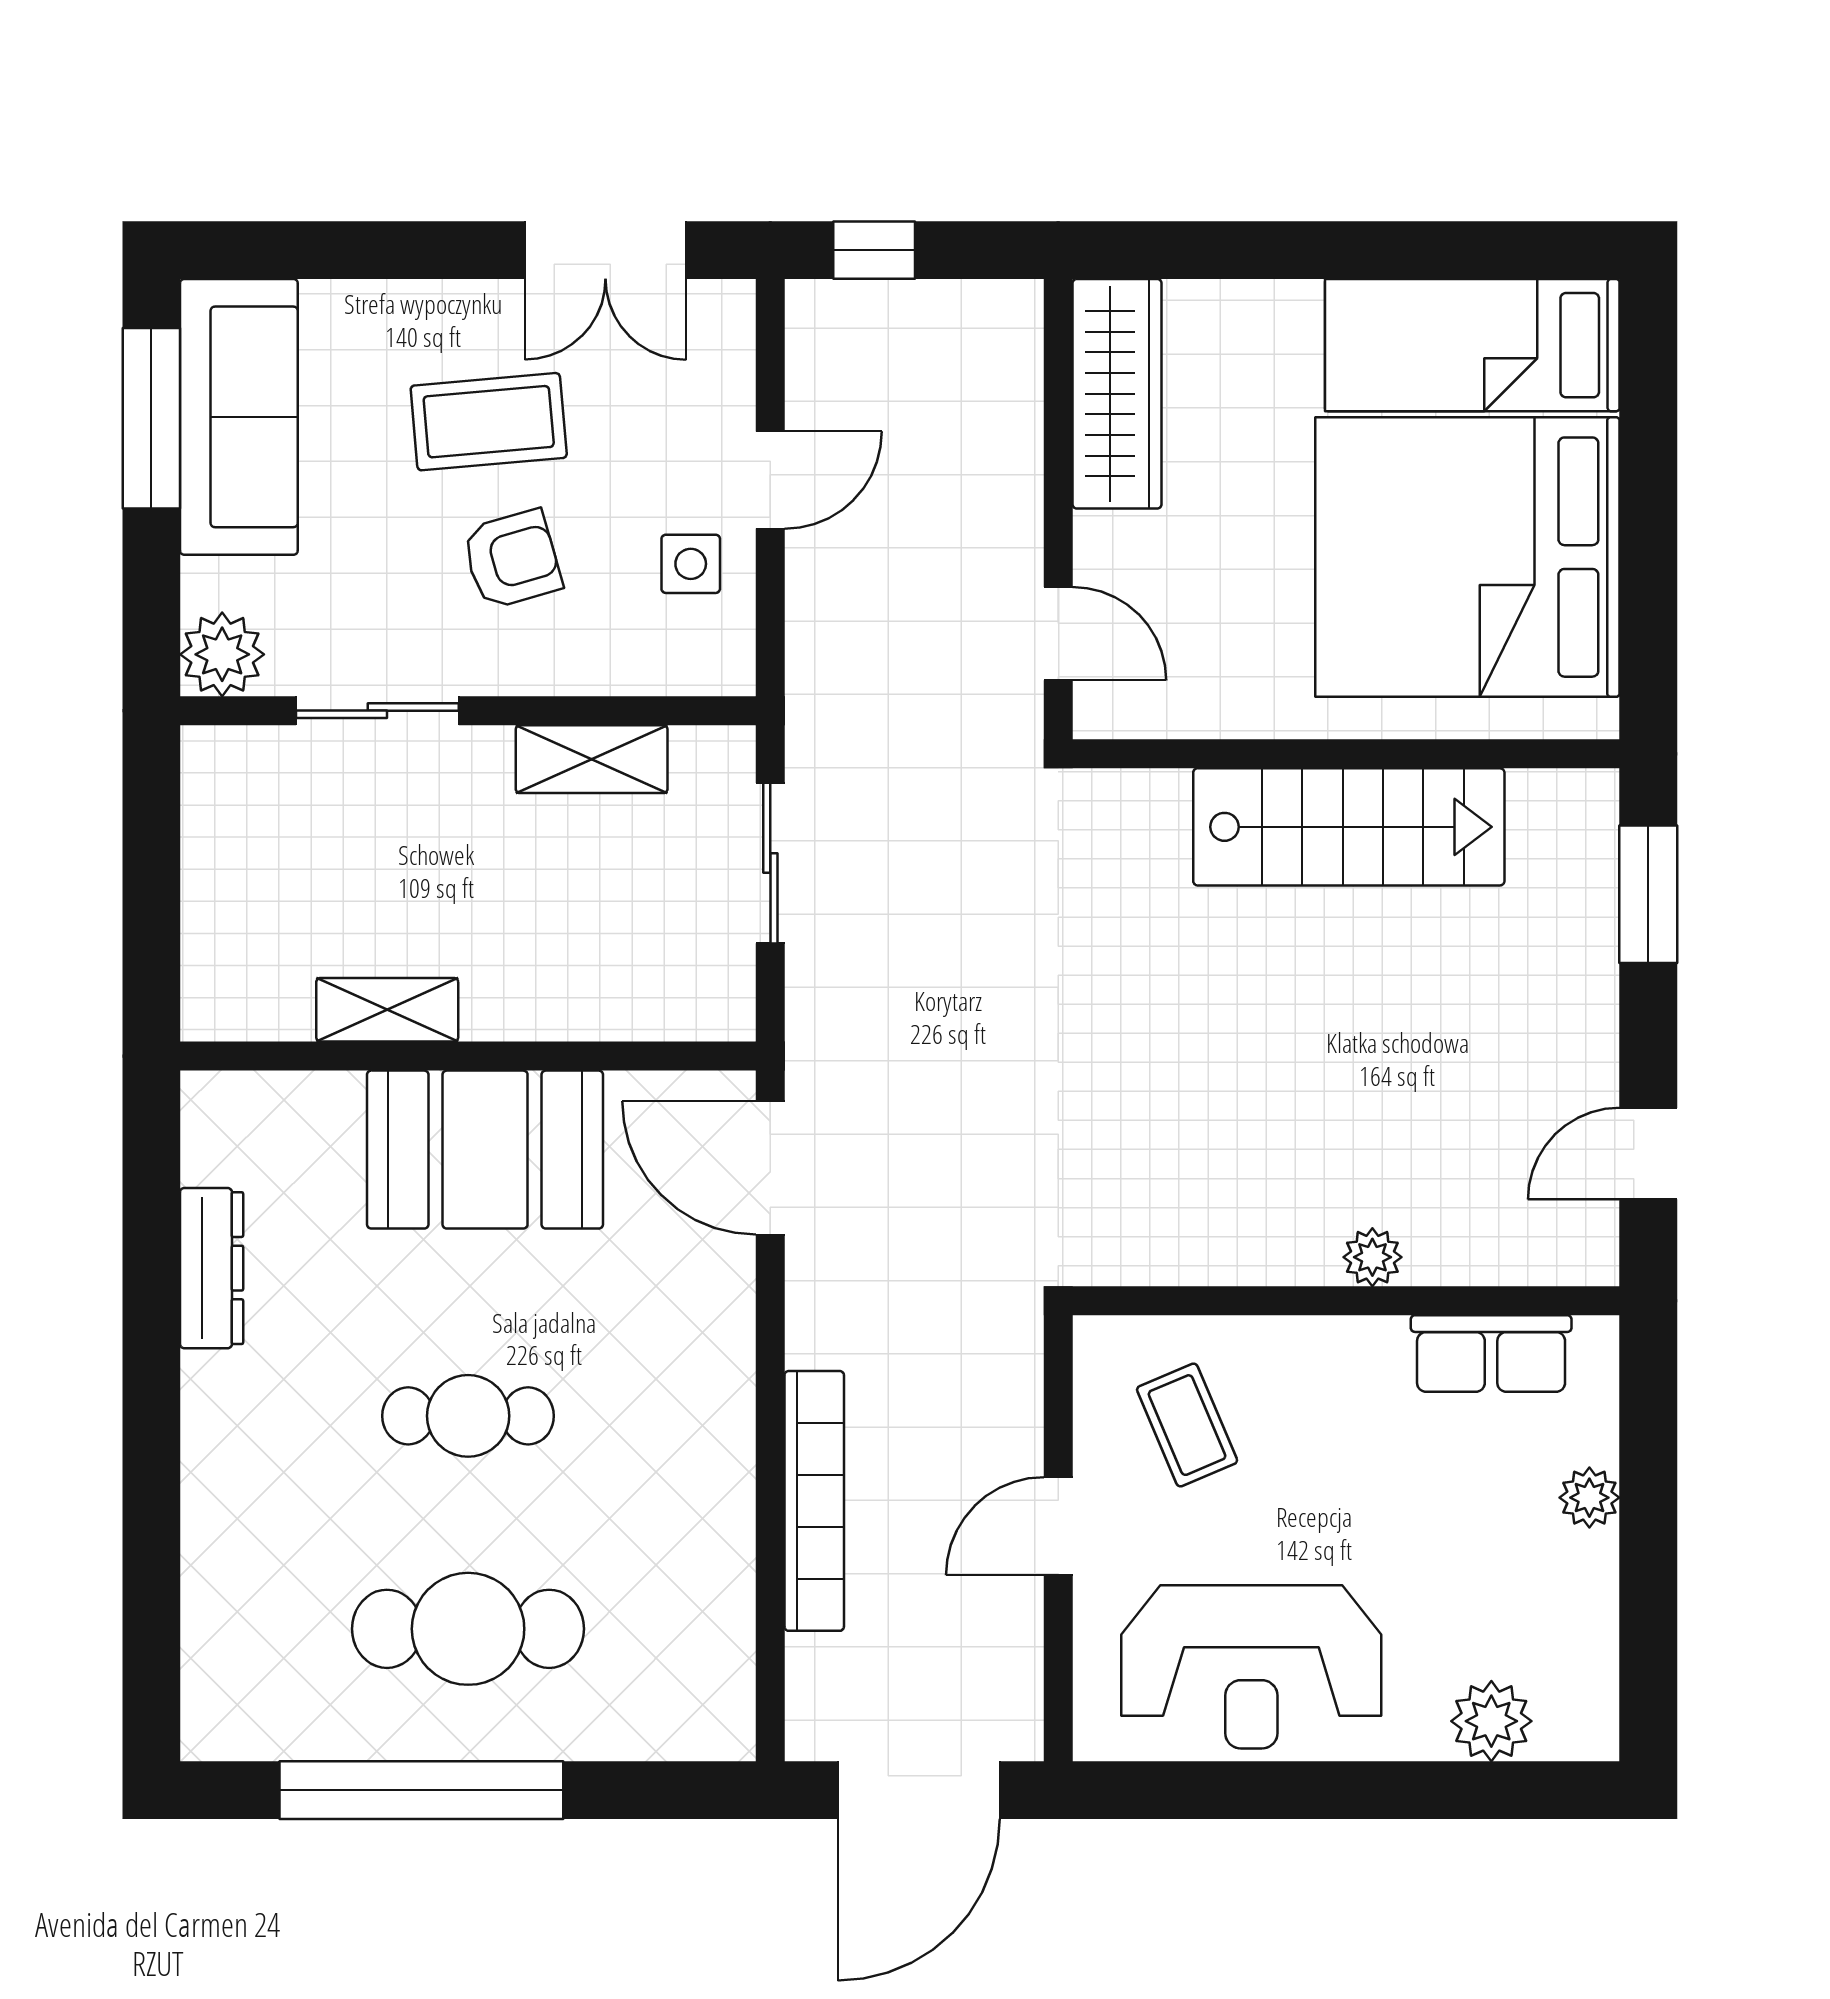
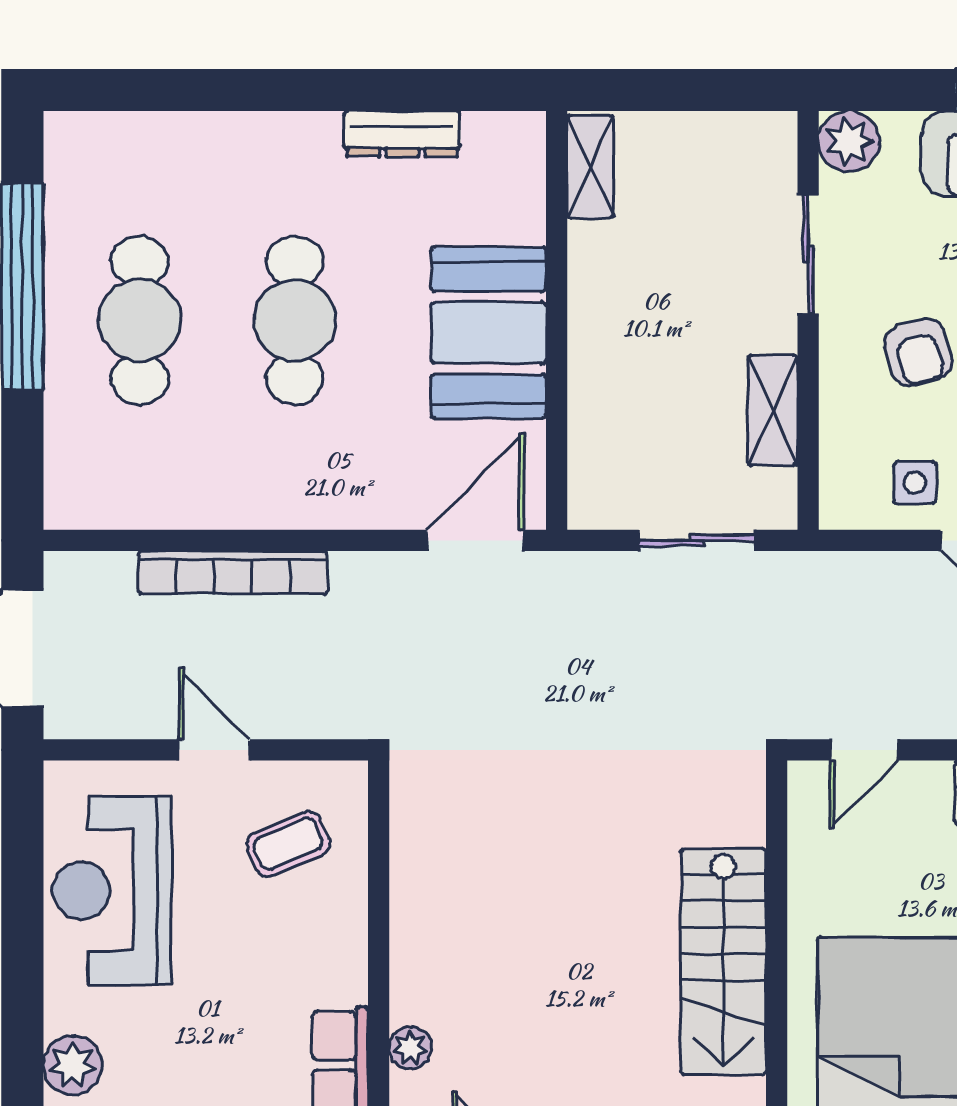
shelving: (387, 1010) -> (590, 166), moved
plant: (1372, 1257) -> (410, 1048), moved
cafe table: (468, 1416) -> (295, 320), width x1.37, depth x1.35

